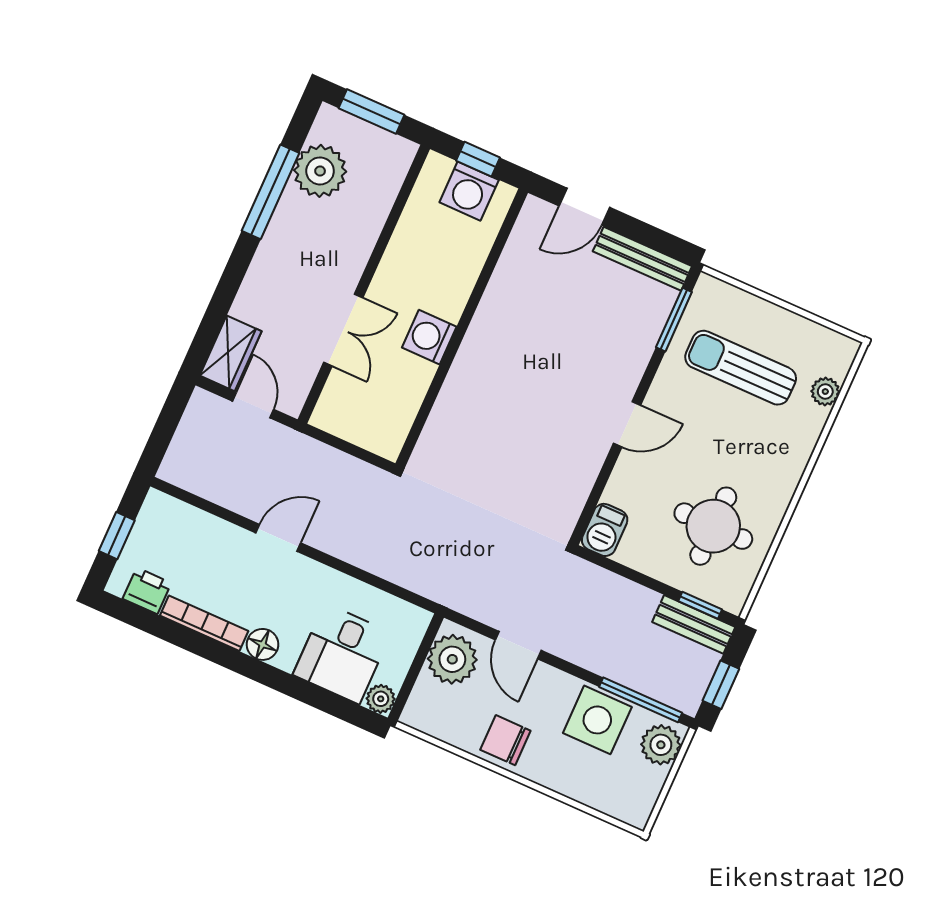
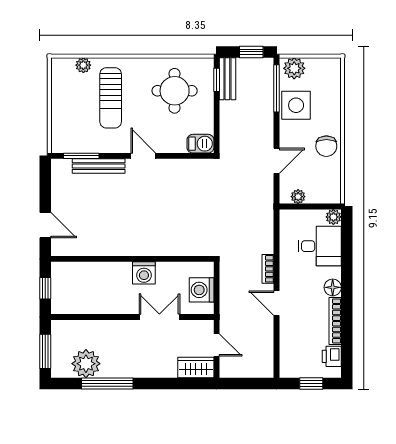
washing machine: (469, 191) -> (202, 290), moved, turned 180
bench: (642, 259) -> (99, 166), moved, turned 90
sun lounger: (741, 368) -> (111, 98), moved
door: (253, 405) -> (217, 345), swing flipped
bookcase: (343, 549) -> (268, 269), added
plant: (452, 659) -> (298, 197), width x0.53, depth x0.53

